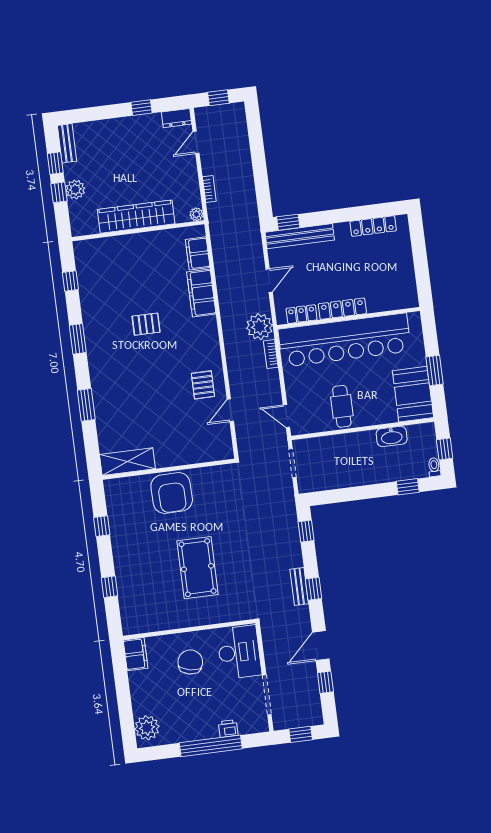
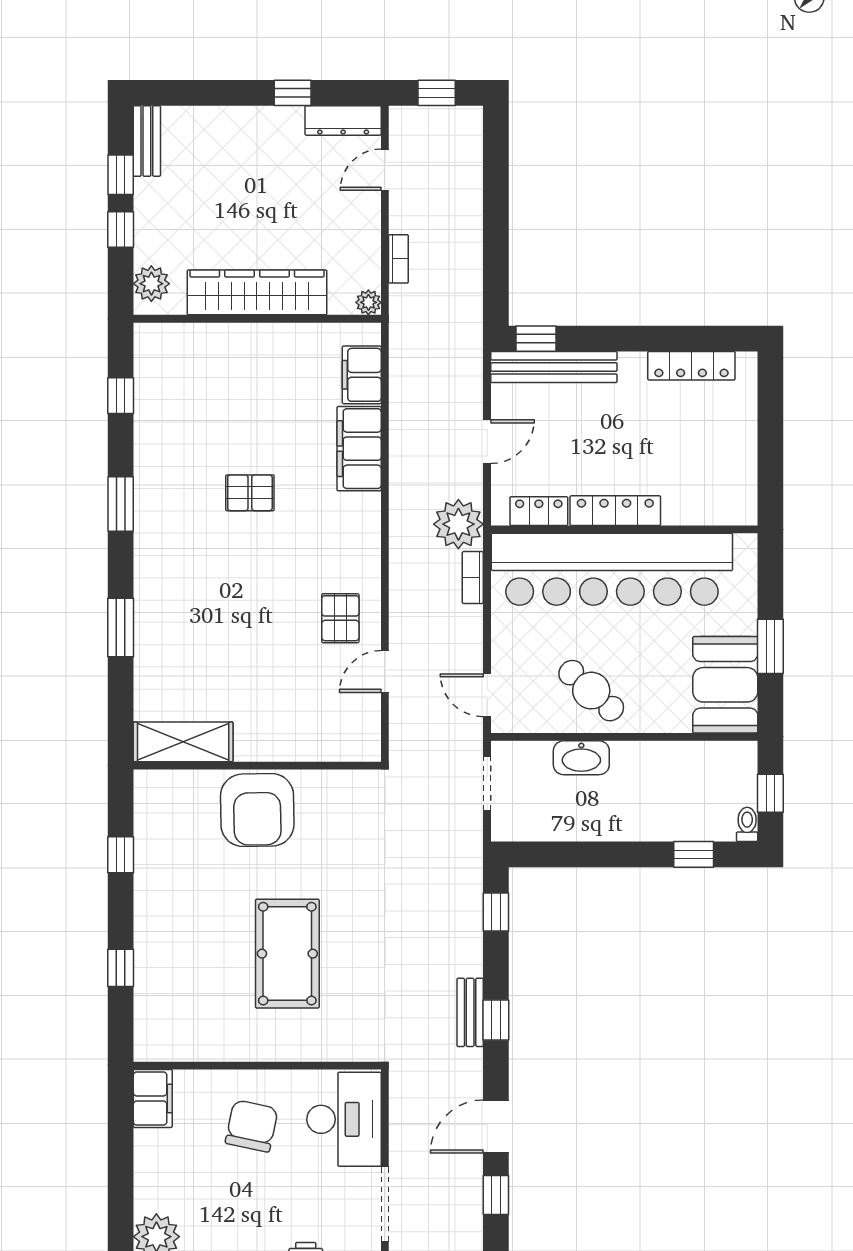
dresser: (176, 118) -> (343, 120), width x1.44
plant: (75, 189) -> (151, 284), moved
cafe table: (342, 406) -> (591, 691), turned -48
washbasin: (392, 436) -> (581, 758), moved

